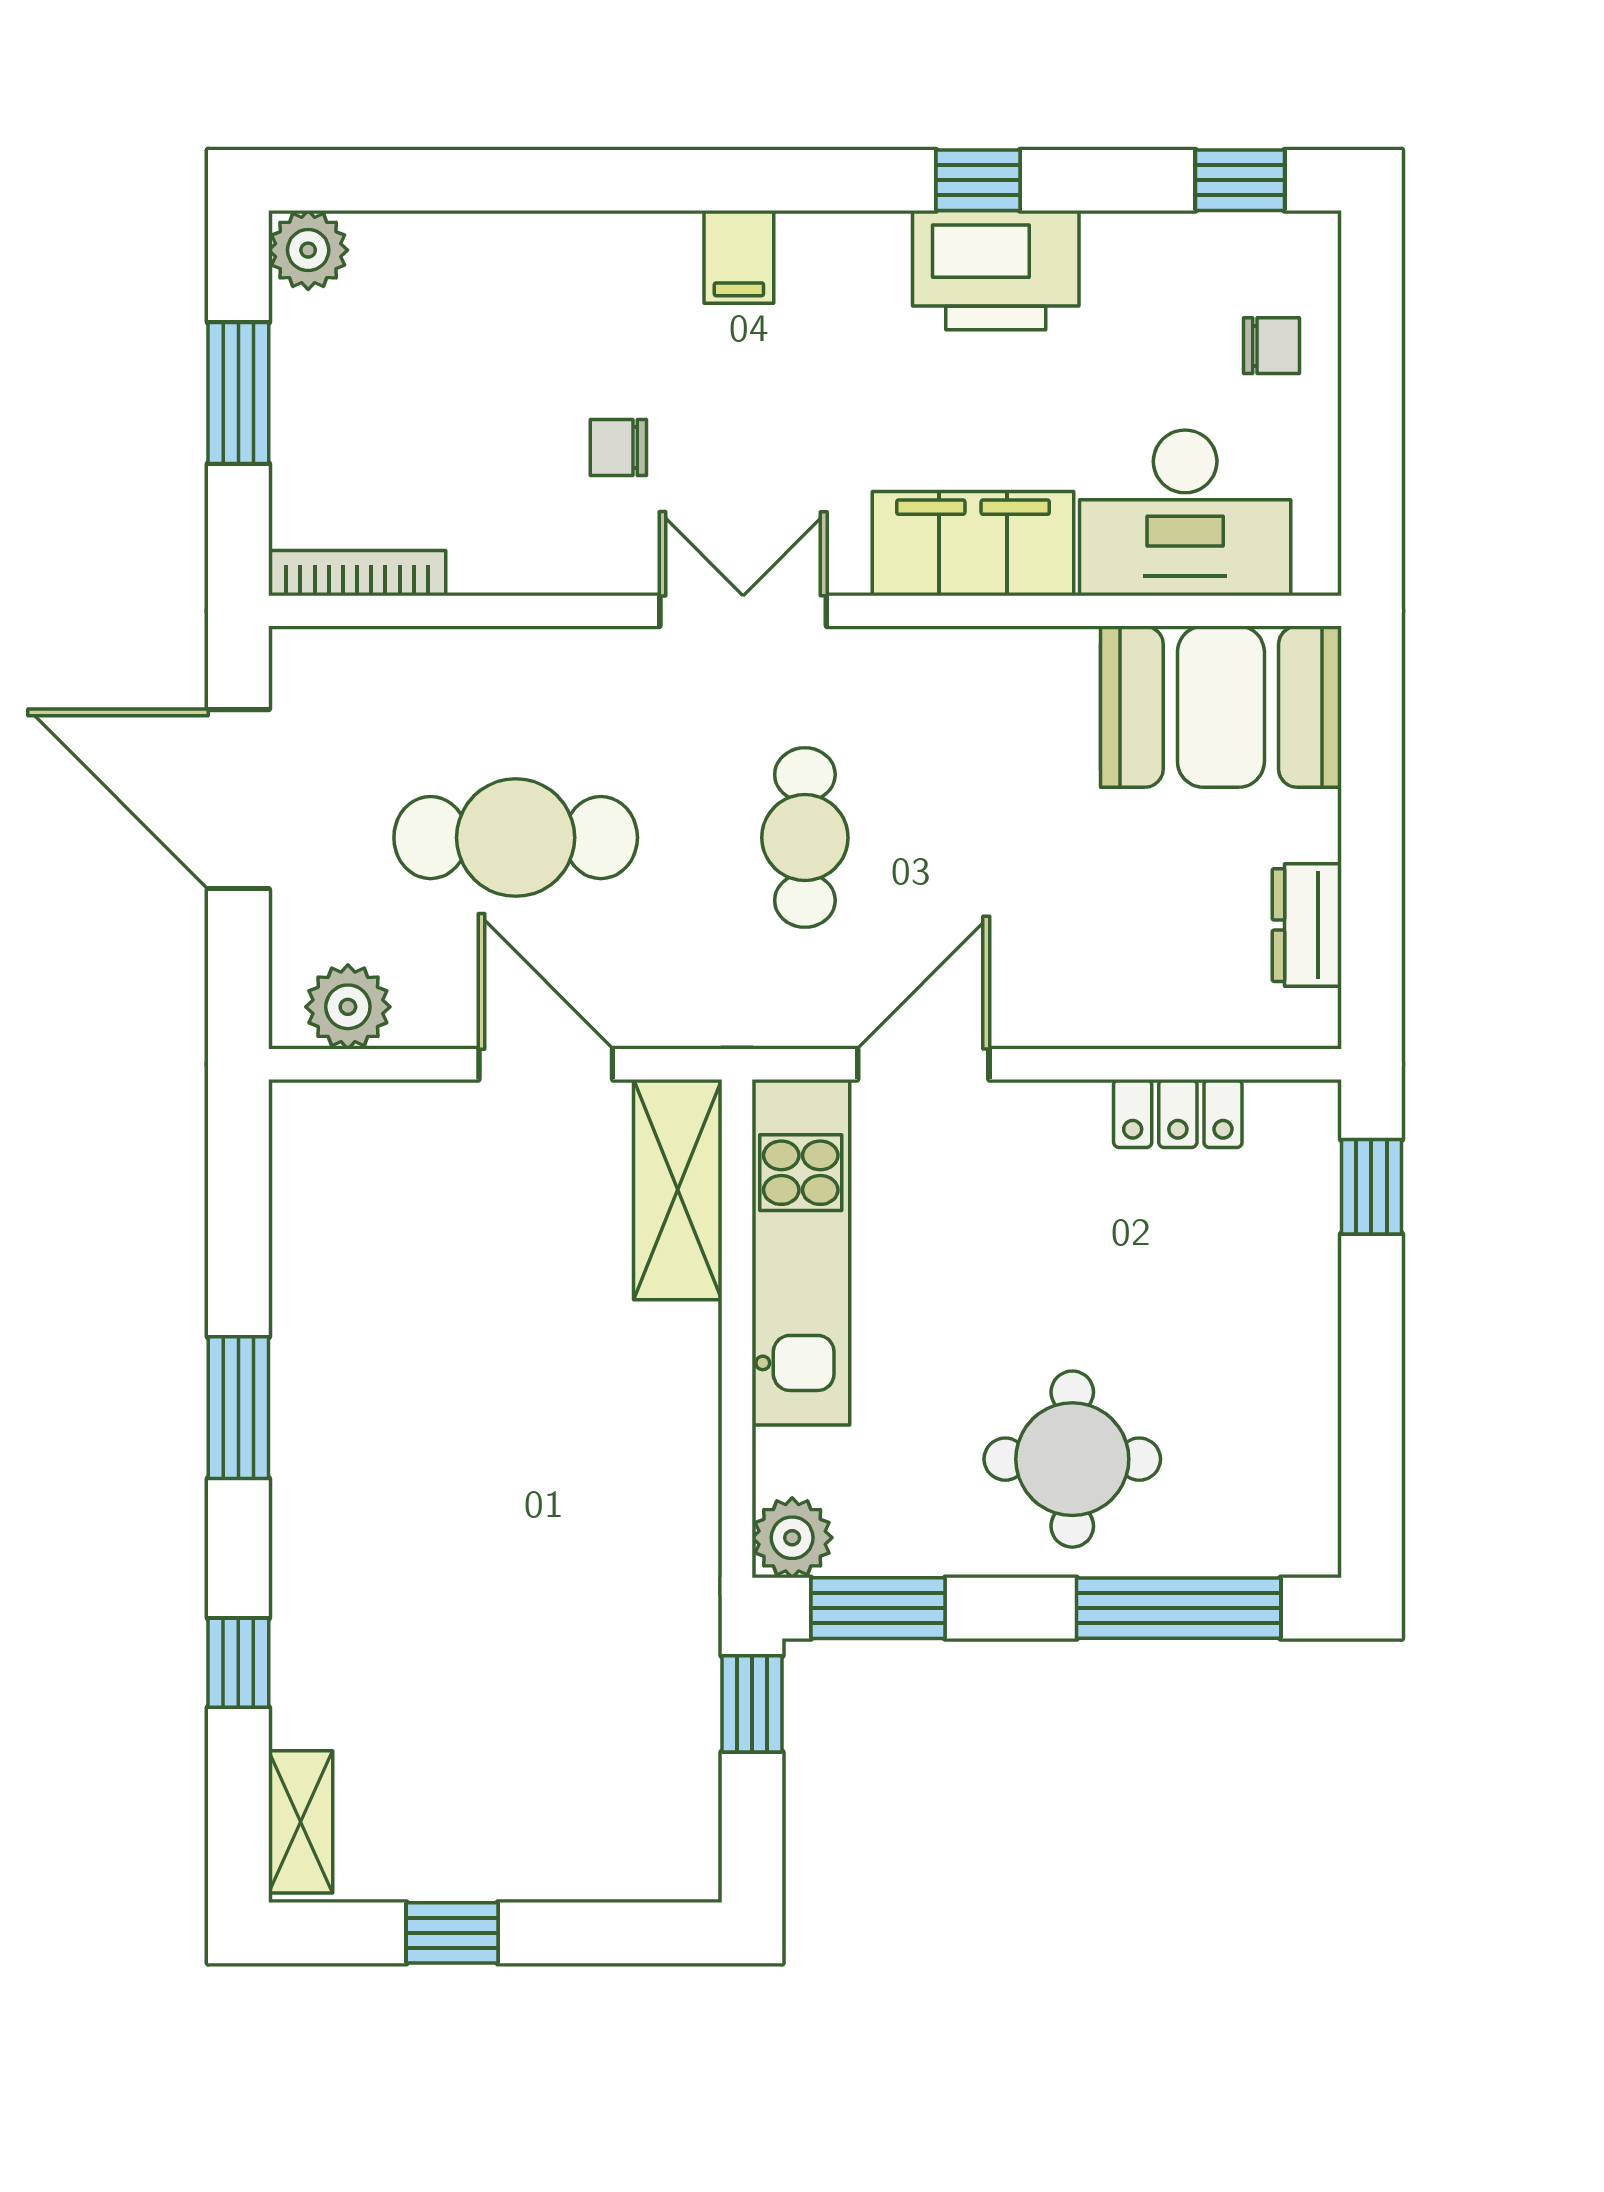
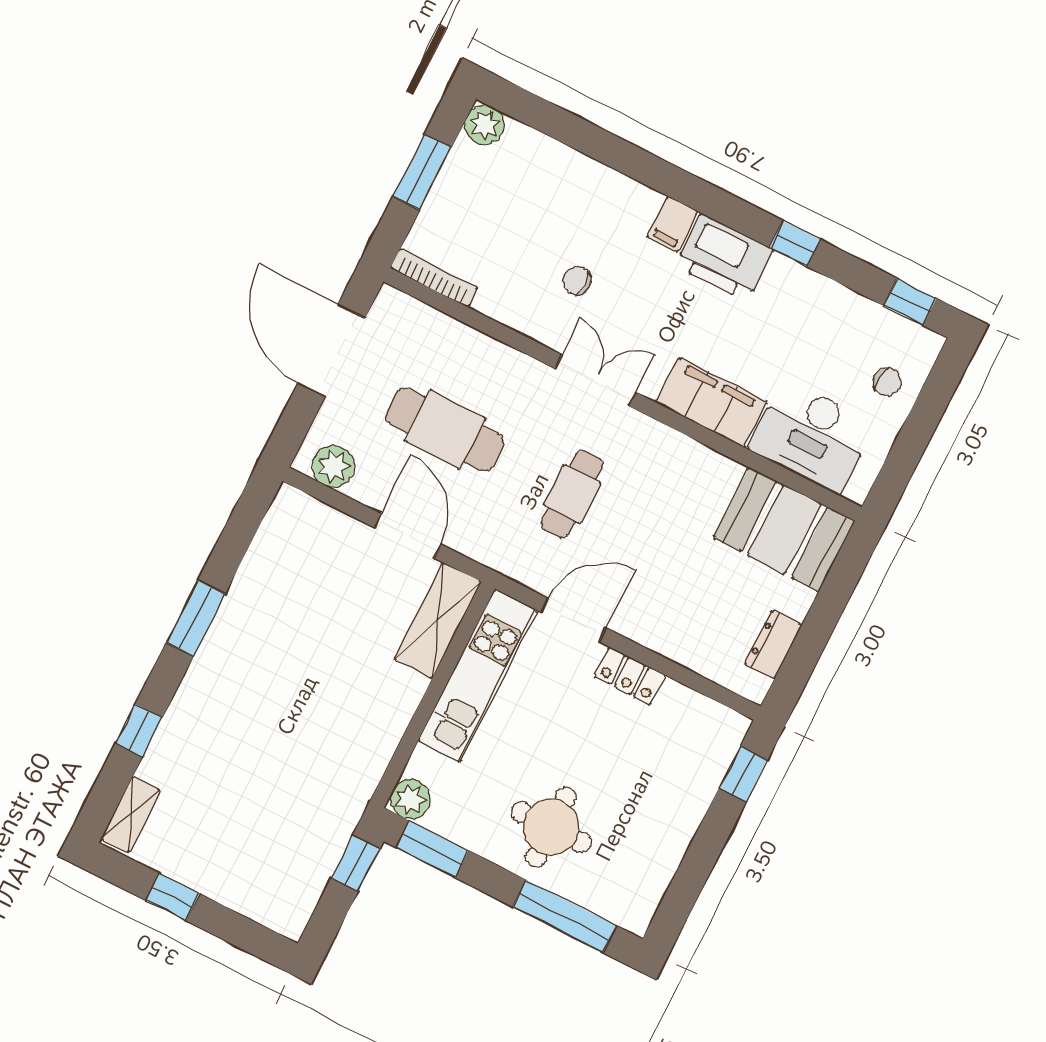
printer: (996, 270) -> (724, 257), moved
locker: (1178, 1113) -> (630, 676), moved

